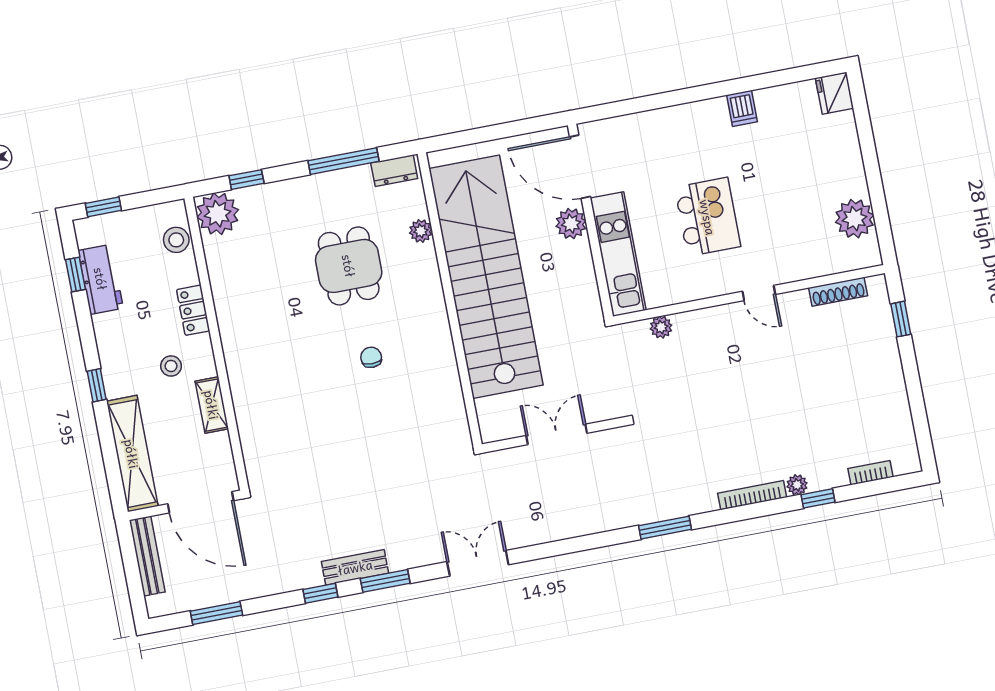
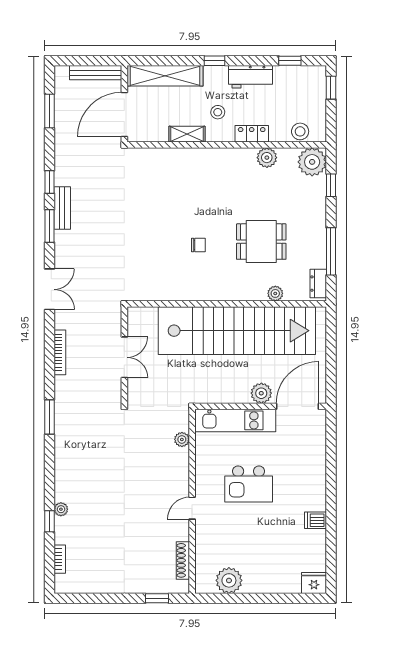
workbench: (101, 279) -> (251, 77), moved
plant: (224, 281) -> (267, 158), added
bookcase: (752, 495) -> (60, 352), moved

